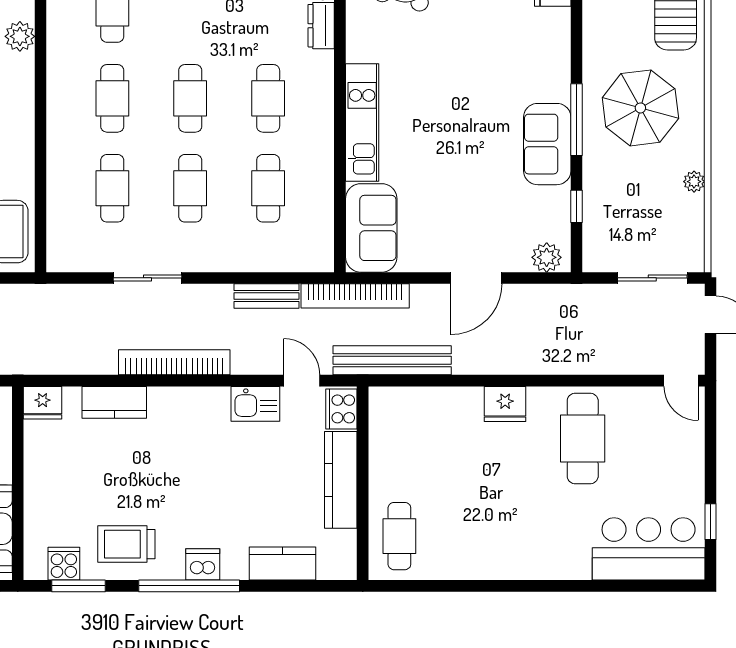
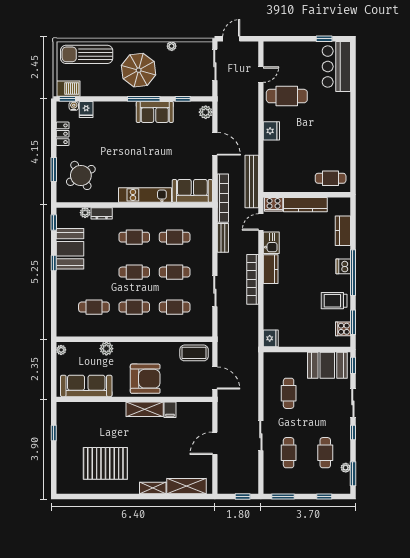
door: (681, 381) -> (261, 75), moved
kitchen counter: (114, 402) -> (271, 269), moved
trolley: (126, 544) -> (334, 301), turned 90

